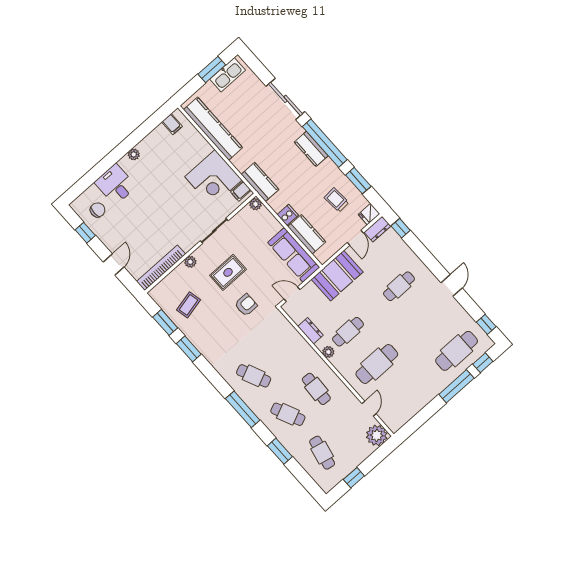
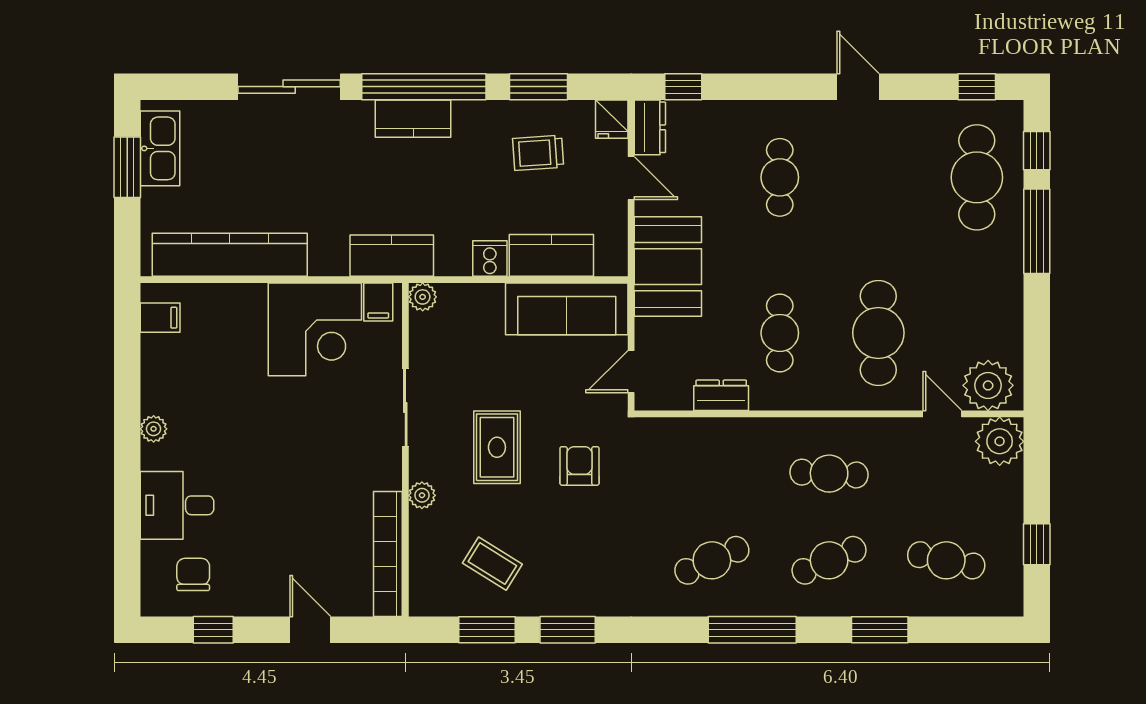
coffee table: (189, 305) -> (492, 564), turned -45
plant: (328, 352) -> (988, 385), moved, width x1.88, depth x1.88

